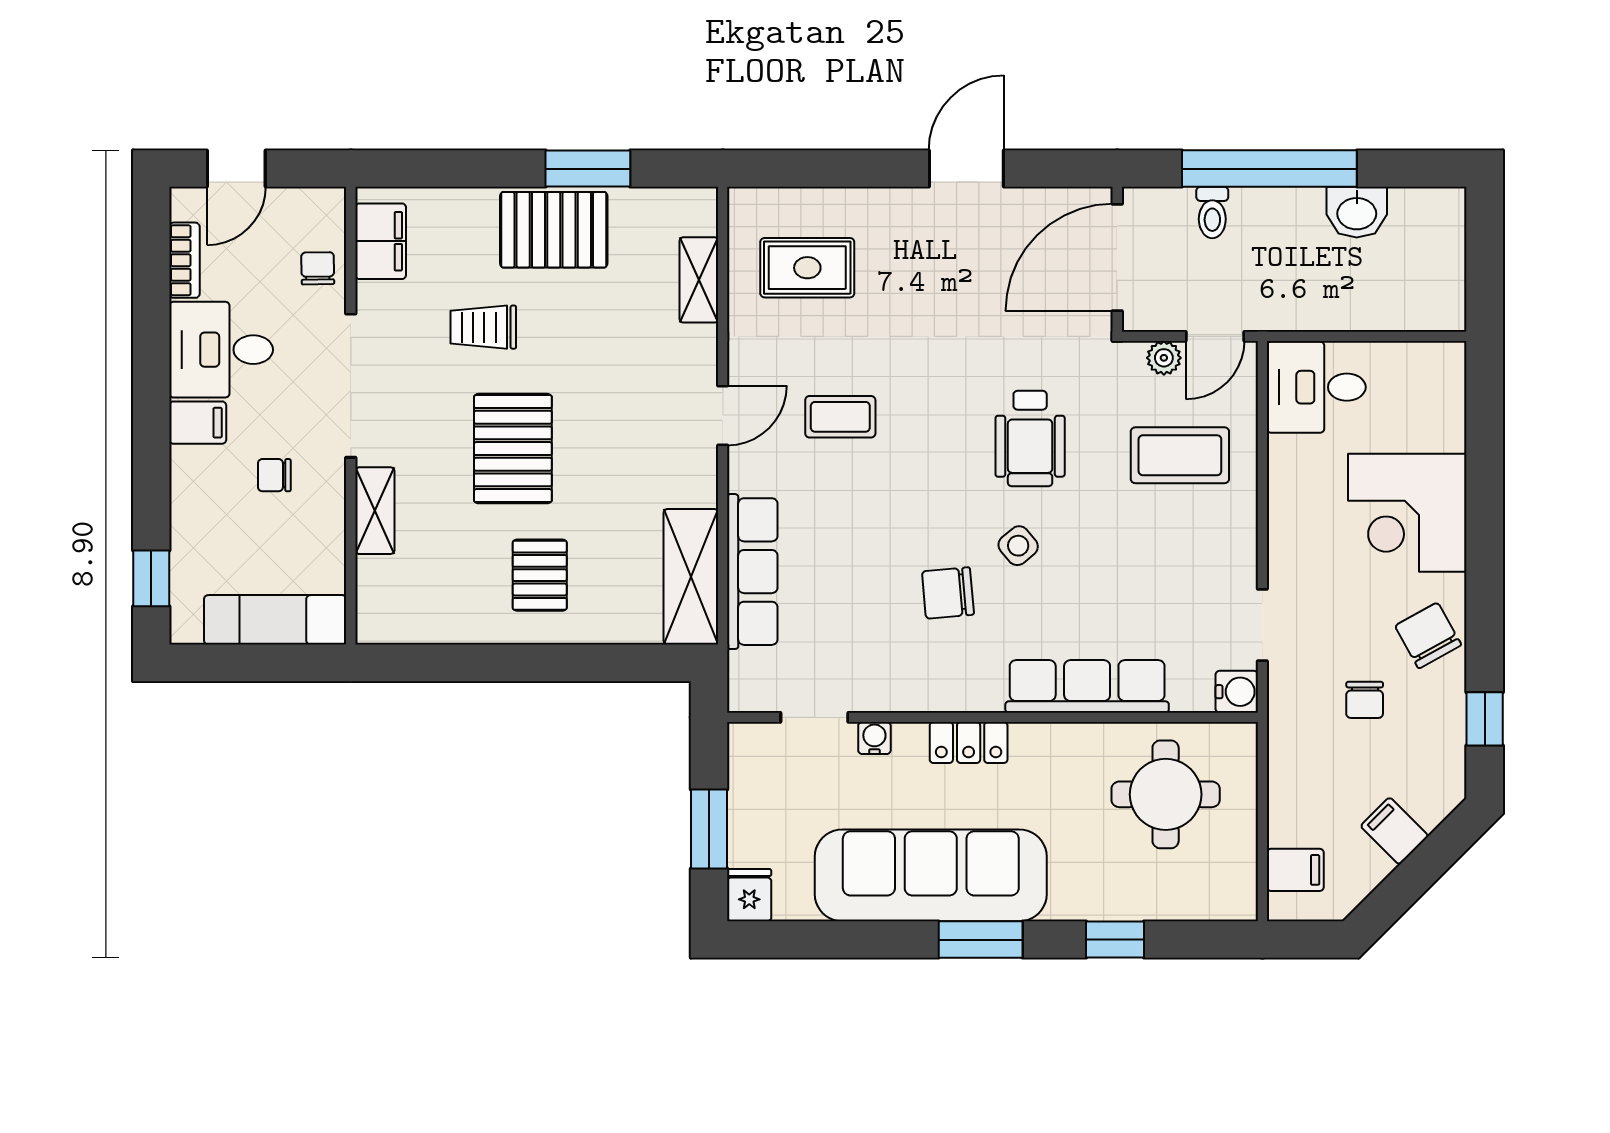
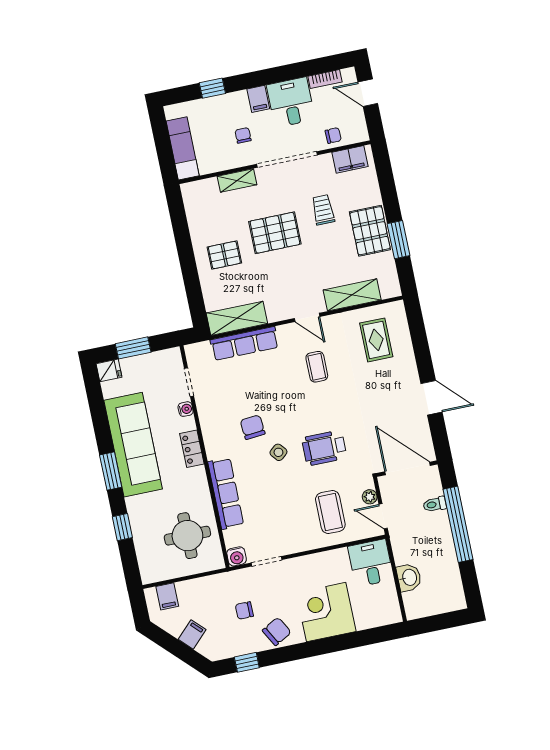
washbasin: (1357, 212) -> (409, 577), moved, turned 180
shelving: (699, 280) -> (352, 295), width x1.50, depth x1.33
window: (151, 578) -> (212, 88), moved

